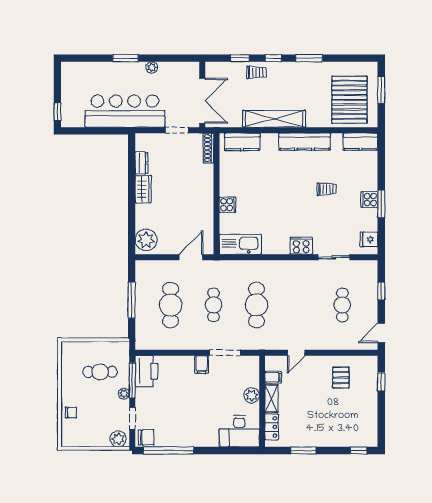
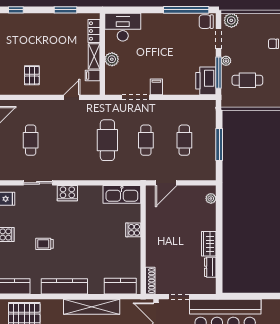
plant: (146, 240) -> (211, 198), width x0.53, depth x0.53
cafe table: (171, 305) -> (184, 140), width x0.73, depth x0.74

